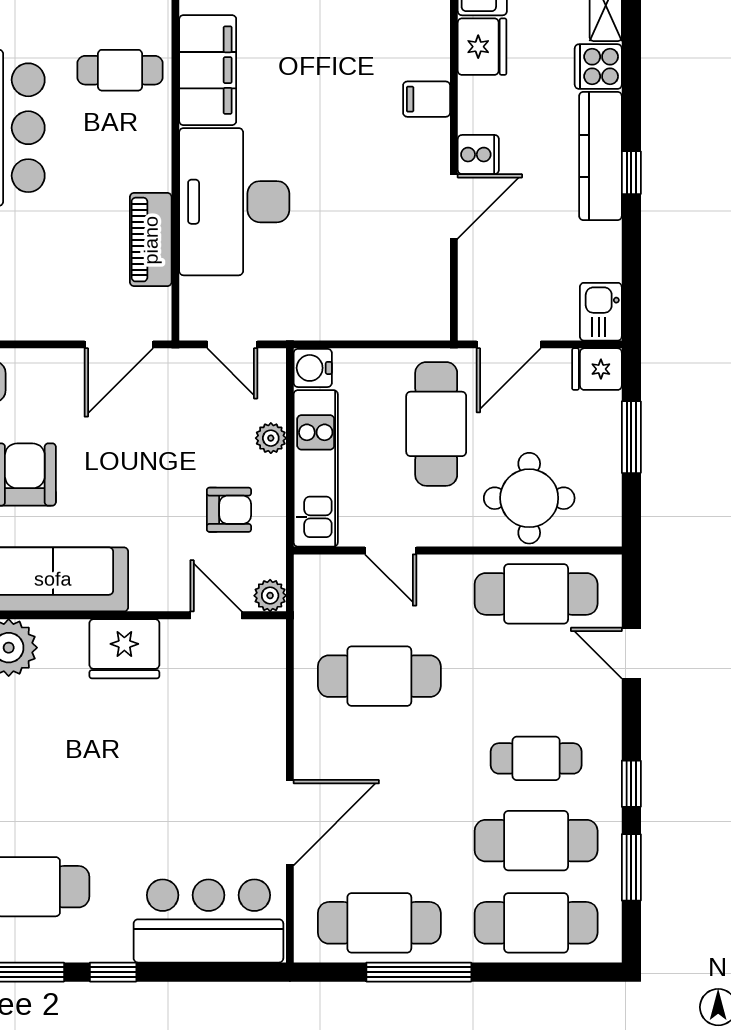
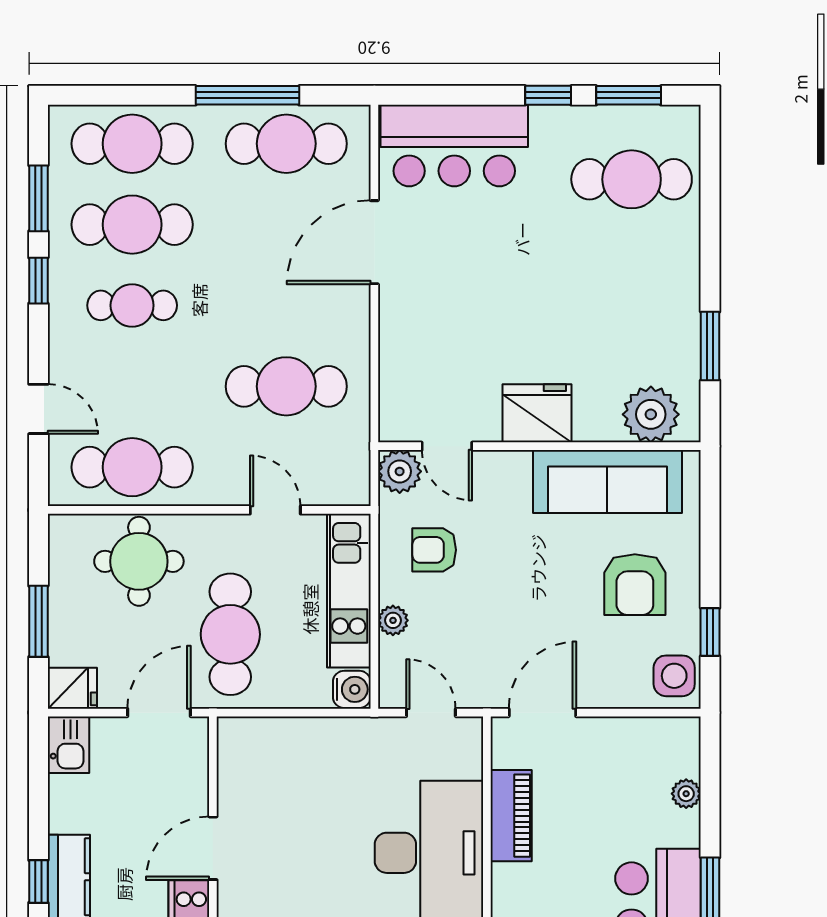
plant: (270, 596) -> (400, 471), width x1.38, depth x1.38

